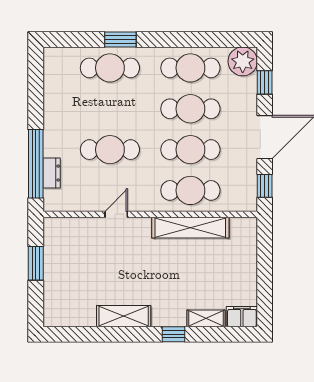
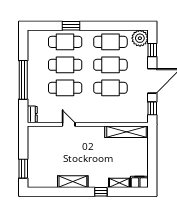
window: (36, 164) -> (23, 80), moved
dresser: (52, 173) -> (32, 114), moved
cafe table: (190, 190) -> (65, 65), moved
door: (116, 214) -> (69, 124), hinge flipped
shelving: (190, 228) -> (126, 132), moved
window: (36, 263) -> (23, 169), moved

